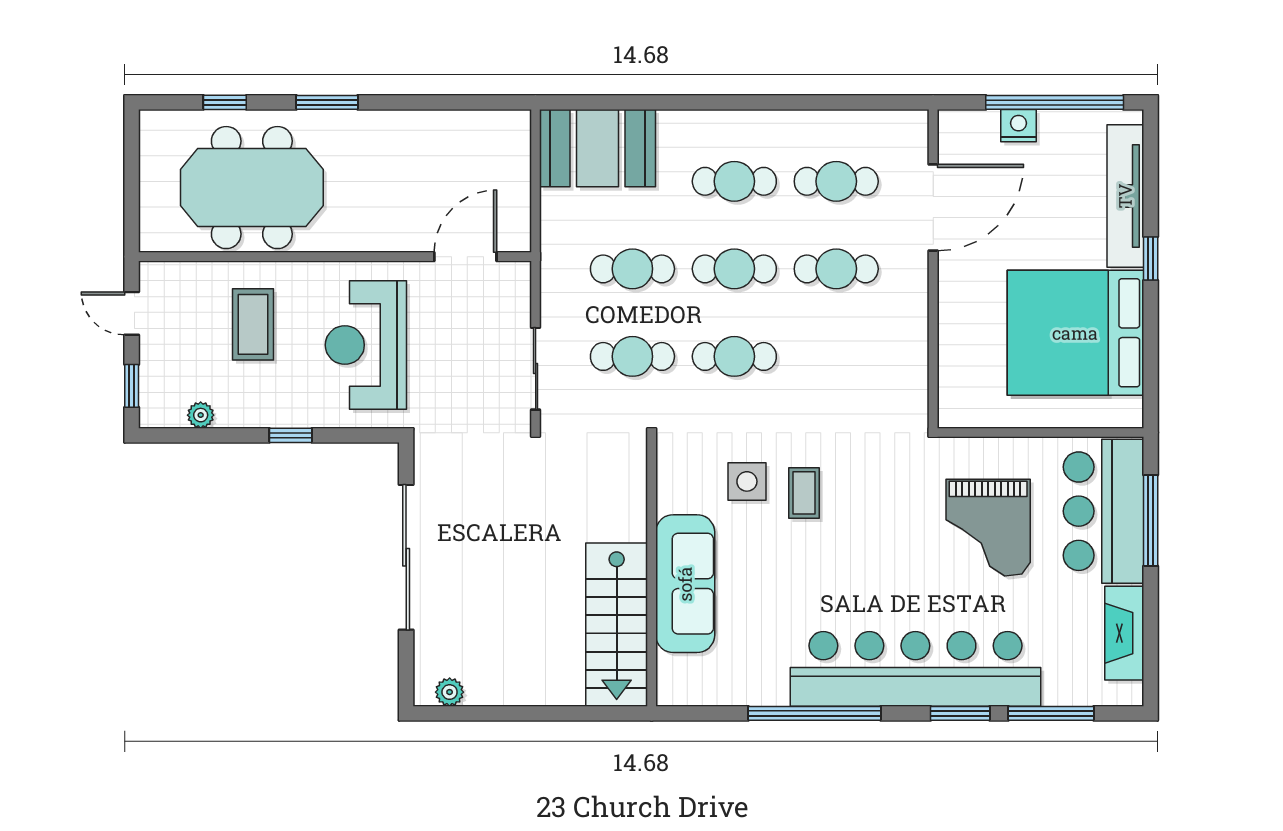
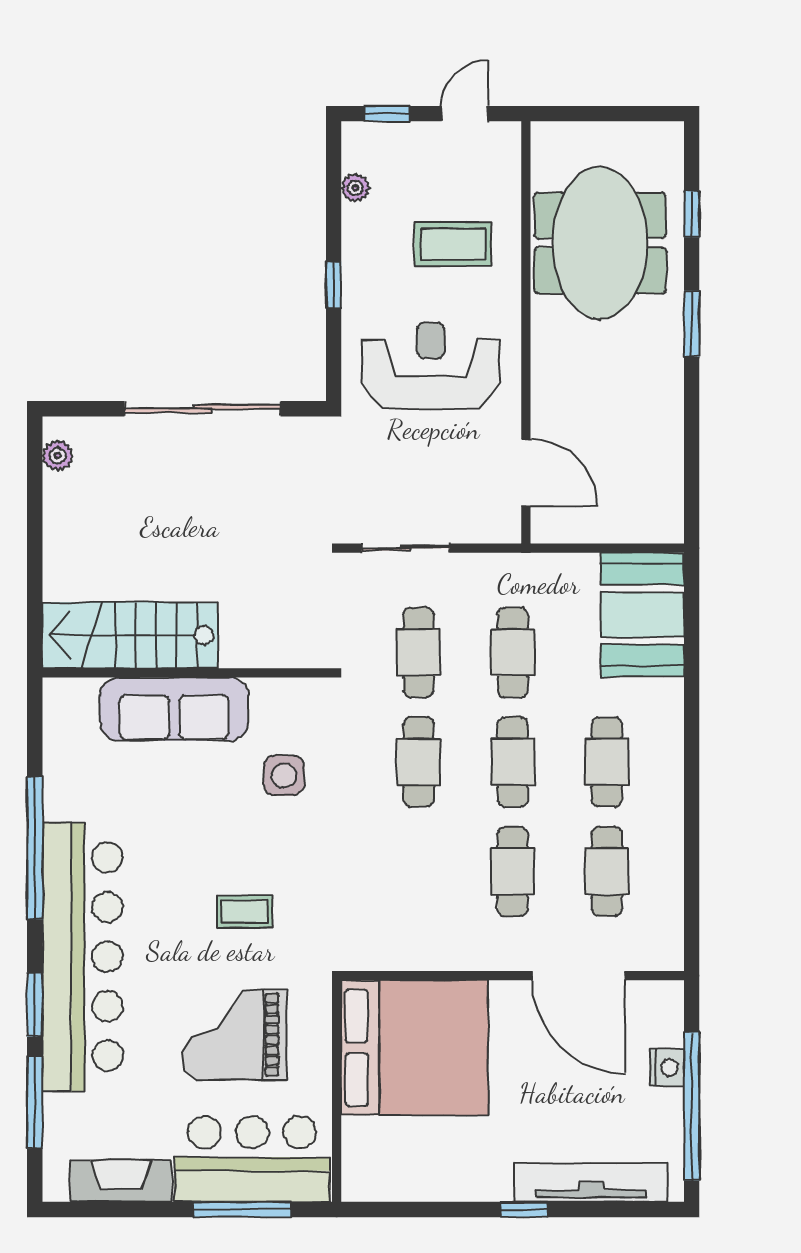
bed: (1075, 333) -> (415, 1048), moved, turned 90
coffee table: (804, 493) -> (245, 912), moved

